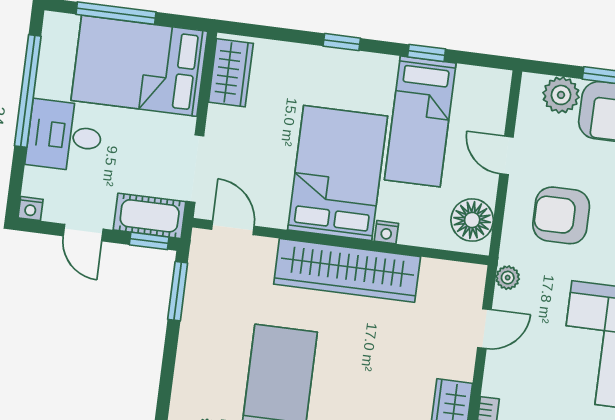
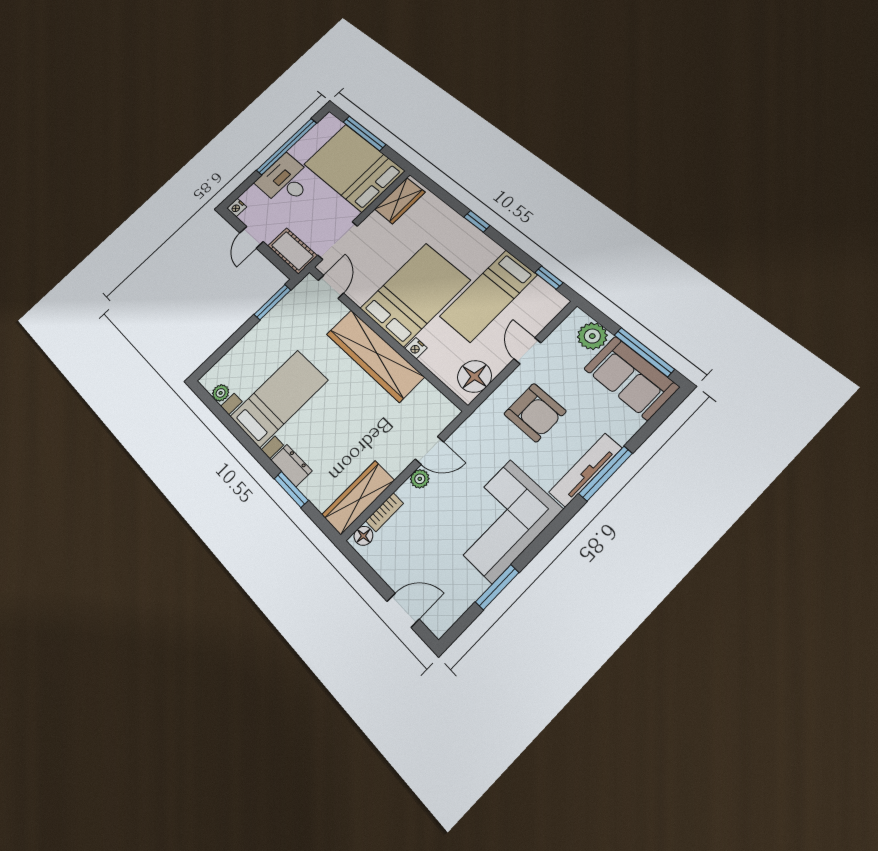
window: (427, 53) -> (549, 278), moved
armchair: (561, 215) -> (535, 413), turned 180
window: (149, 241) -> (281, 264), removed
plant: (508, 278) -> (420, 479), moved

